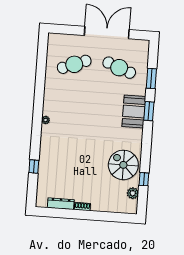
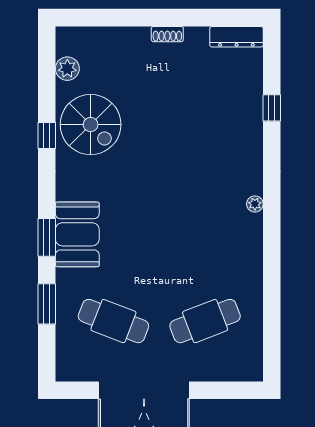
window: (144, 179) -> (47, 136), moved
dresser: (61, 204) -> (236, 37), moved

